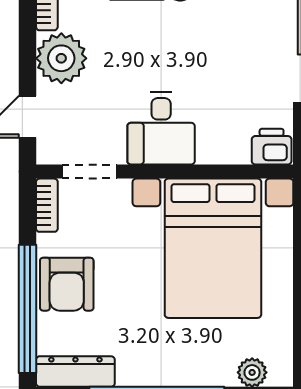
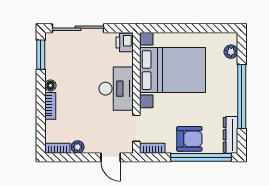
plant: (61, 58) -> (78, 147), width x0.53, depth x0.53
desk: (161, 128) -> (116, 89), width x1.37

